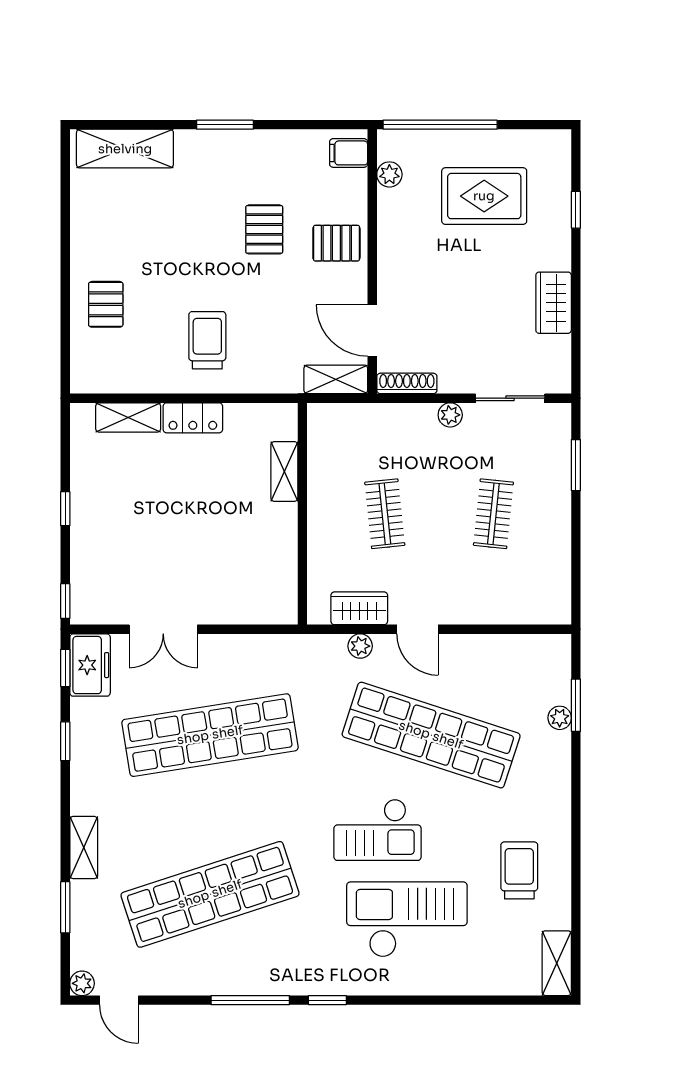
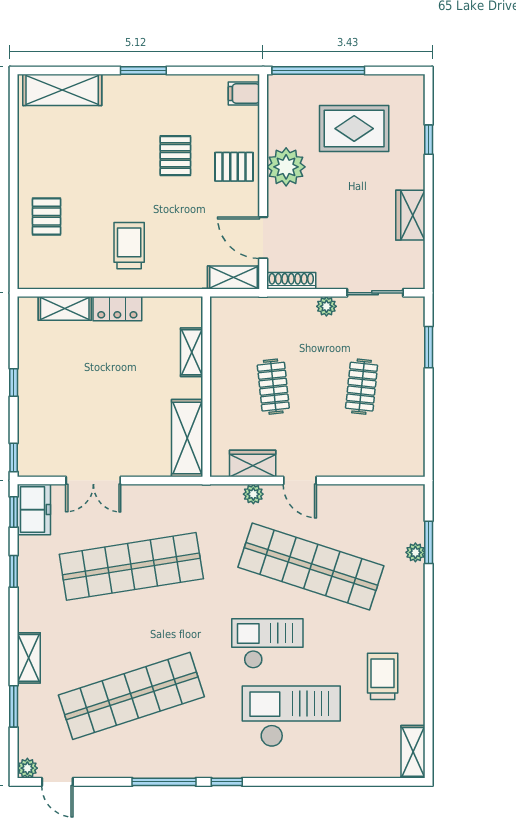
plant: (389, 174) -> (286, 167), moved, width x1.87, depth x1.87
shelving: (279, 577) -> (187, 438), added
checkout: (378, 830) -> (267, 643), turned 180

